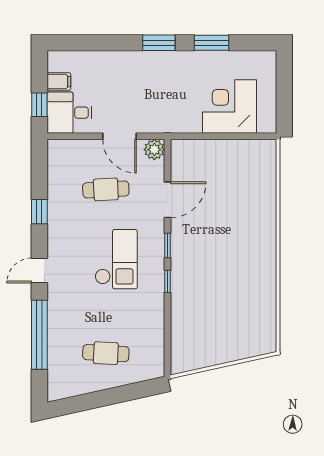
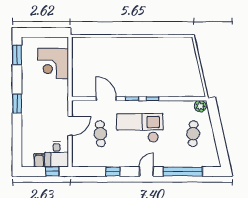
window: (212, 43) -> (17, 55), moved
plant: (154, 150) -> (200, 106), moved
checkout: (116, 259) -> (140, 128), width x1.36, depth x1.21
door: (39, 271) -> (146, 171), swing flipped

